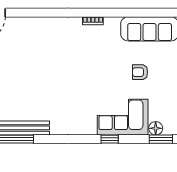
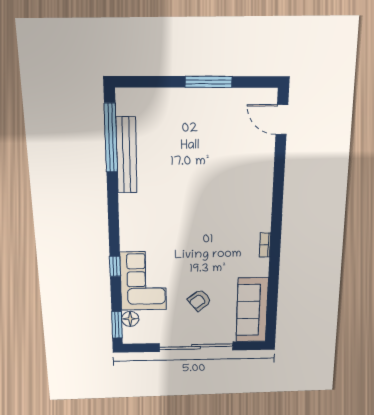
armchair: (140, 72) -> (199, 300), turned -128

